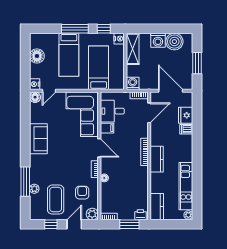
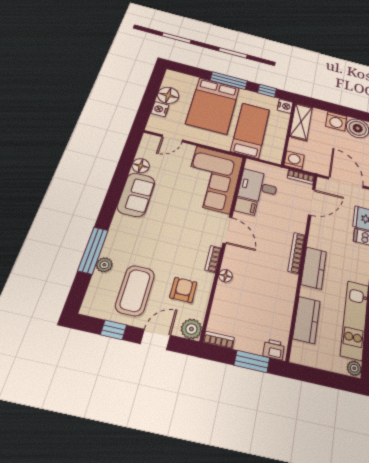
bed: (69, 55) -> (213, 105), width x1.50
nightstand: (35, 84) -> (160, 109), moved
floor lamp: (35, 97) -> (141, 166), moved
kitchen counter: (157, 207) -> (307, 320), moved

